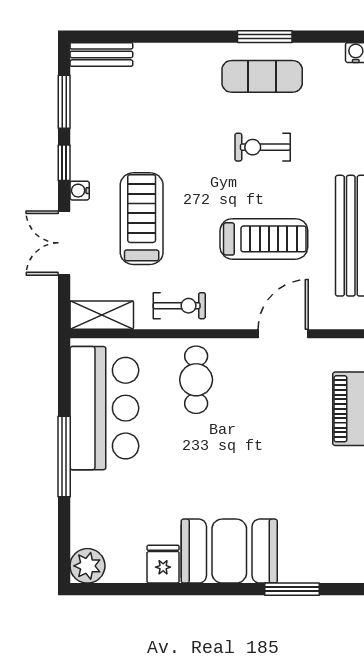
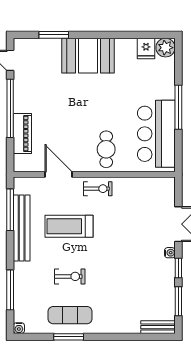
treadmill: (142, 219) -> (136, 237), removed
exercise bike: (179, 306) -> (98, 189), moved, turned 180
shelving: (102, 315) -> (158, 185), removed
door: (283, 334) -> (59, 174), swing flipped
fridge: (163, 564) -> (146, 49), moved

